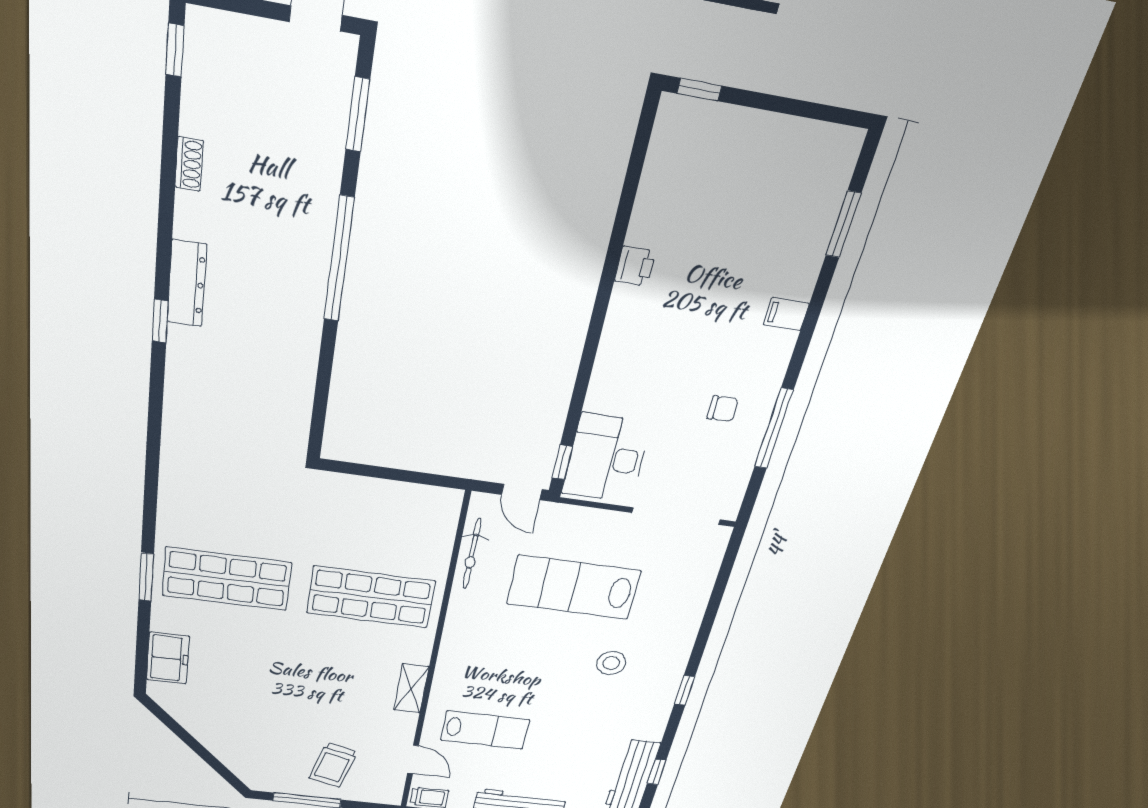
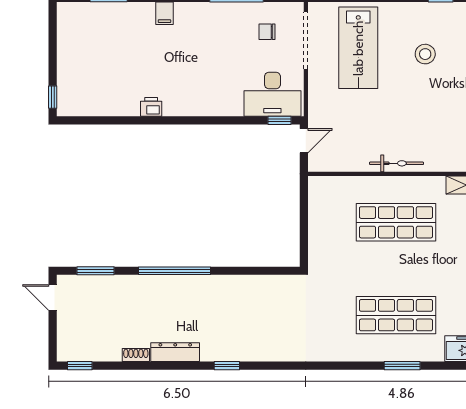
dresser: (187, 283) -> (175, 352), moved
chair: (723, 409) -> (267, 32), moved, turned -89
bicycle: (472, 554) -> (397, 163), moved
shop shelf: (227, 579) -> (396, 315), turned 90
lab bench: (574, 587) -> (358, 48), moved
shop shelf: (371, 597) -> (396, 222), turned 90

